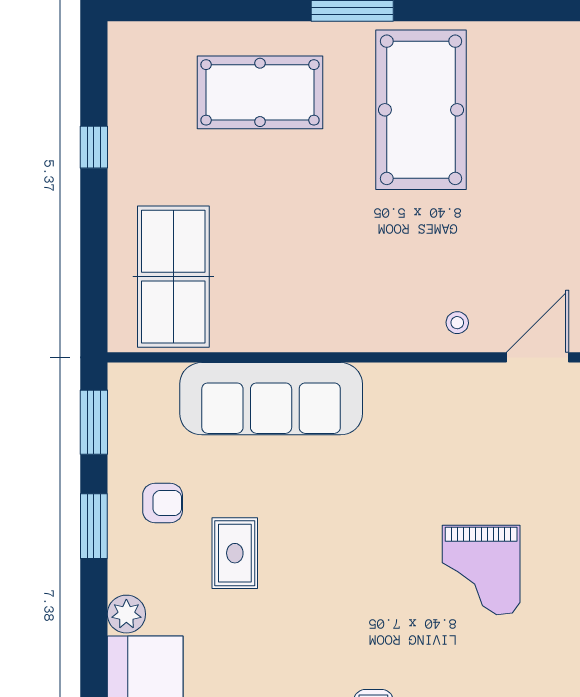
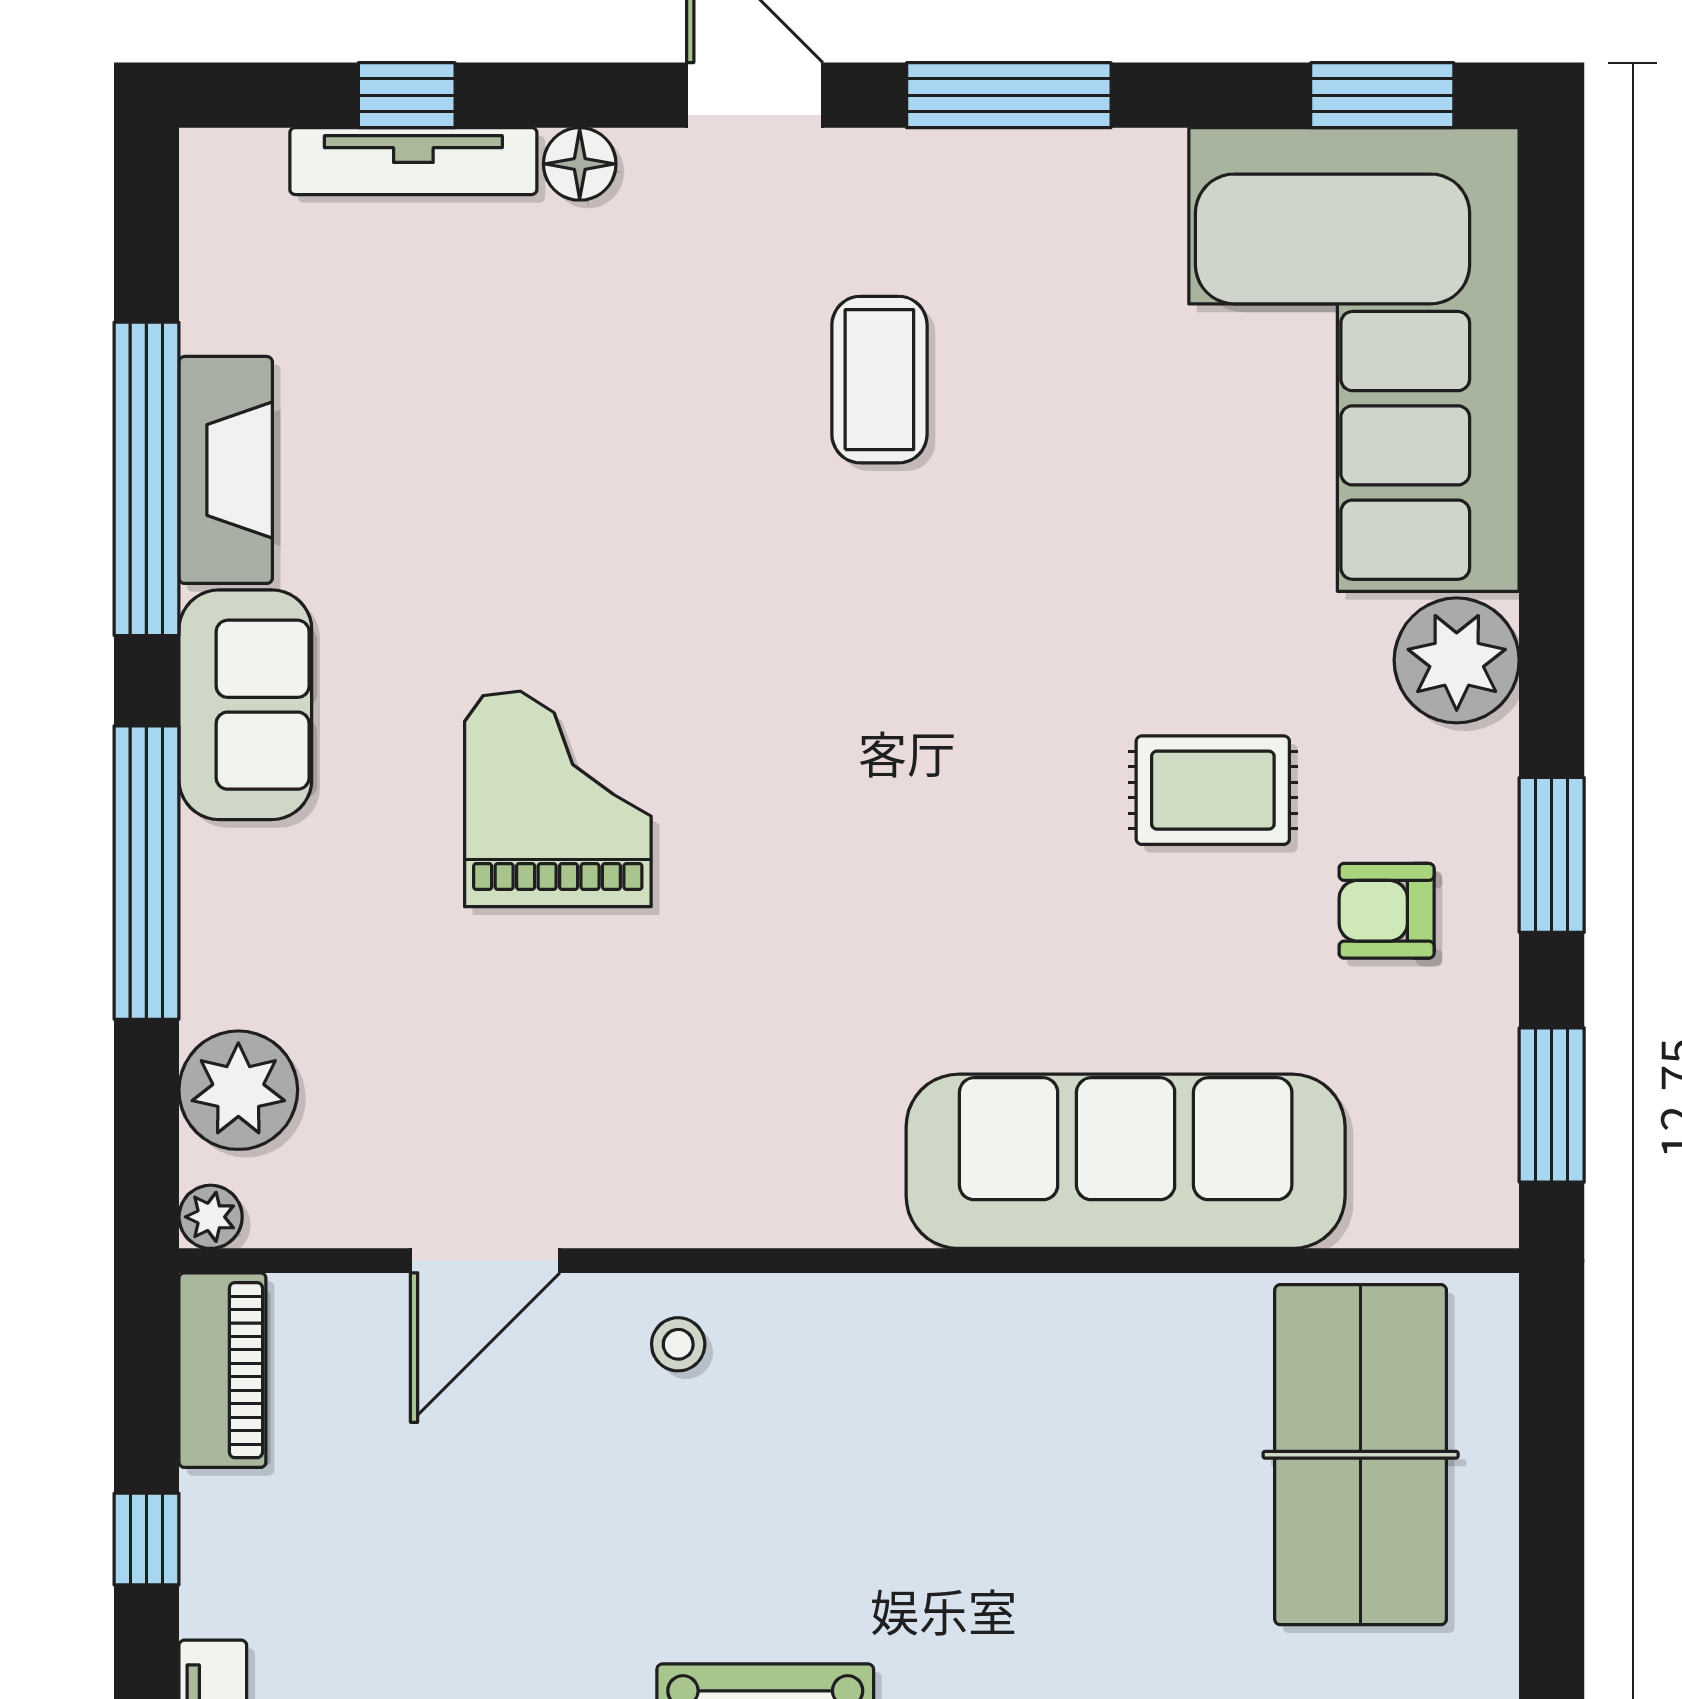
rug: (235, 553) -> (1213, 790), turned 90
grand piano: (481, 570) -> (558, 799), moved
plant: (126, 614) -> (1457, 660), width x1.36, depth x1.36

